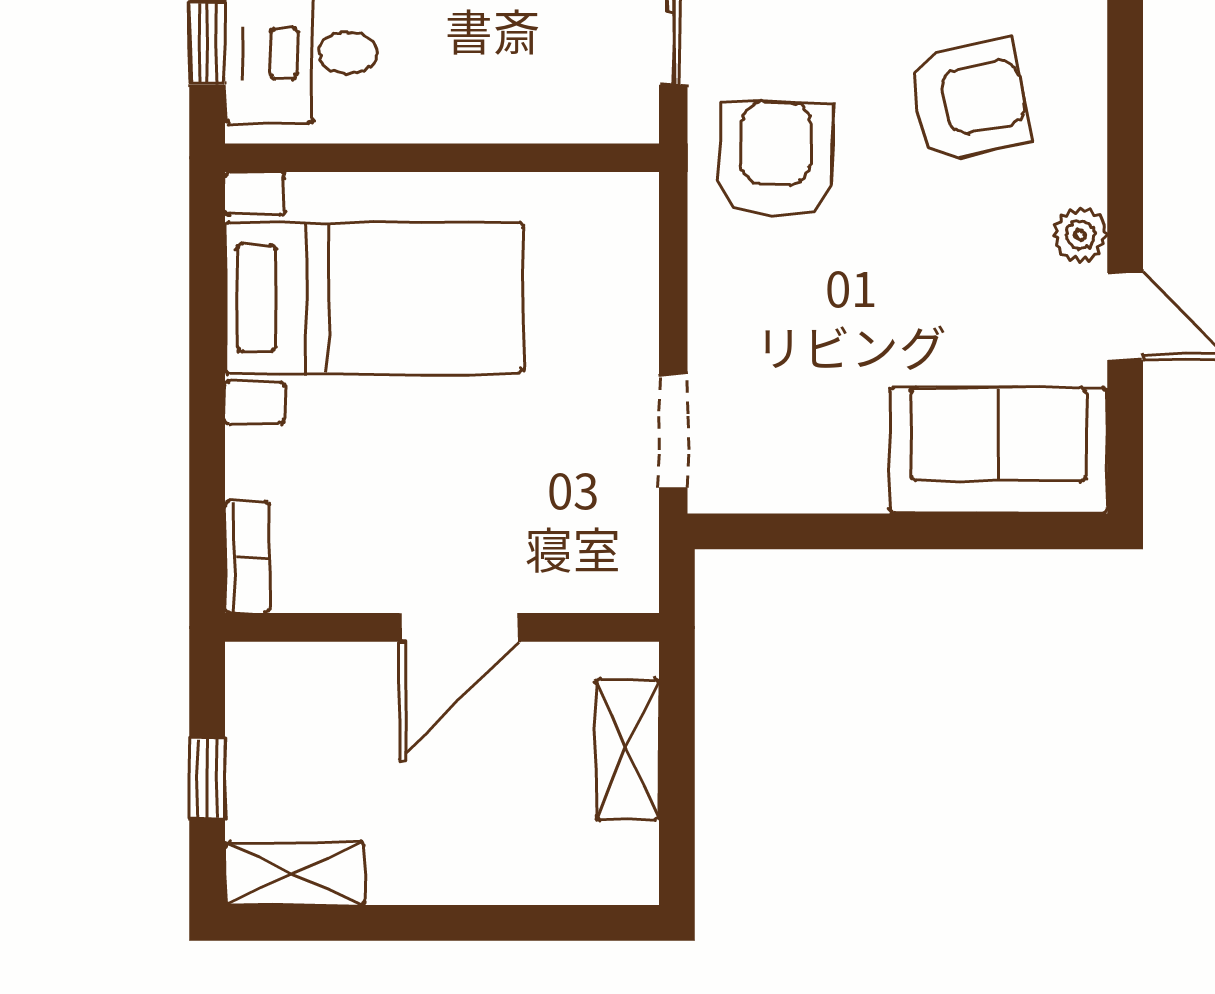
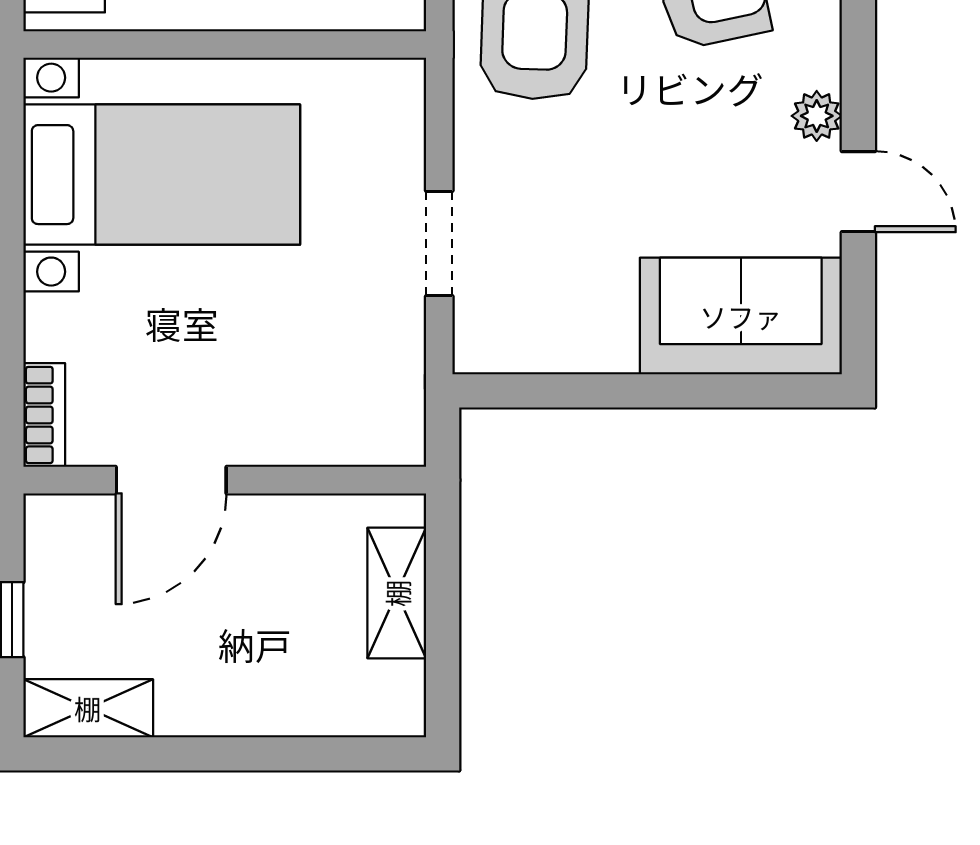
doorway: (673, 431) -> (439, 244), moved
door: (459, 627) -> (171, 480), moved

